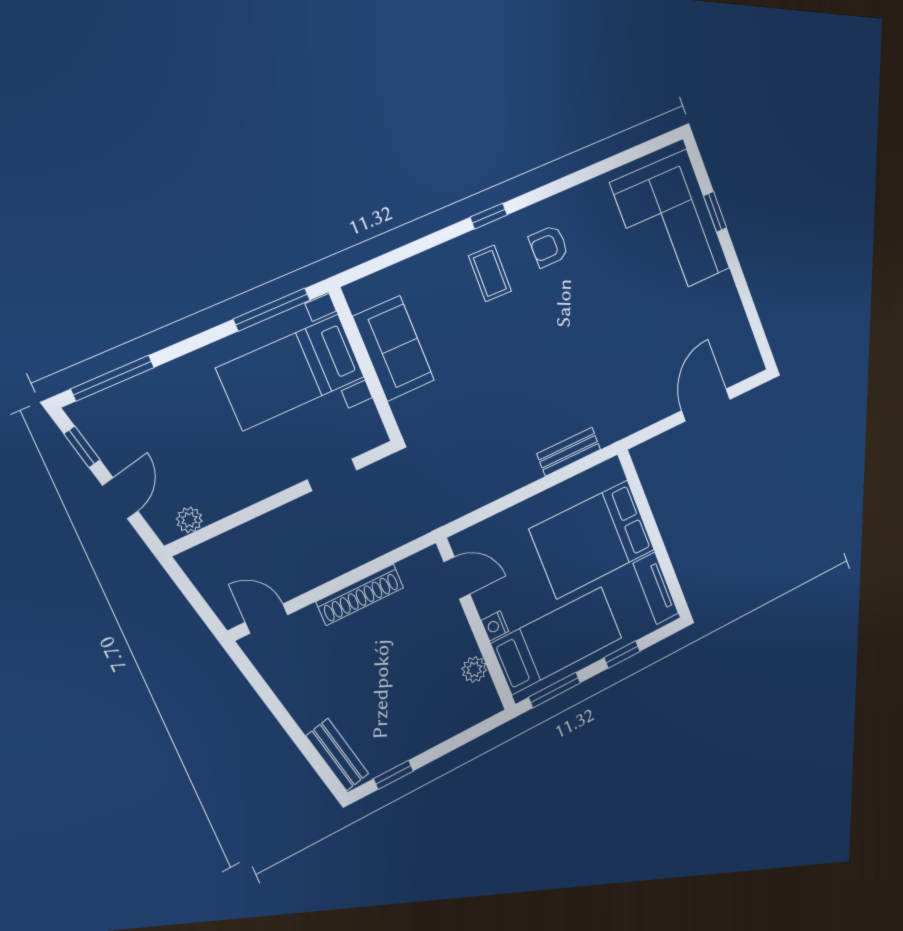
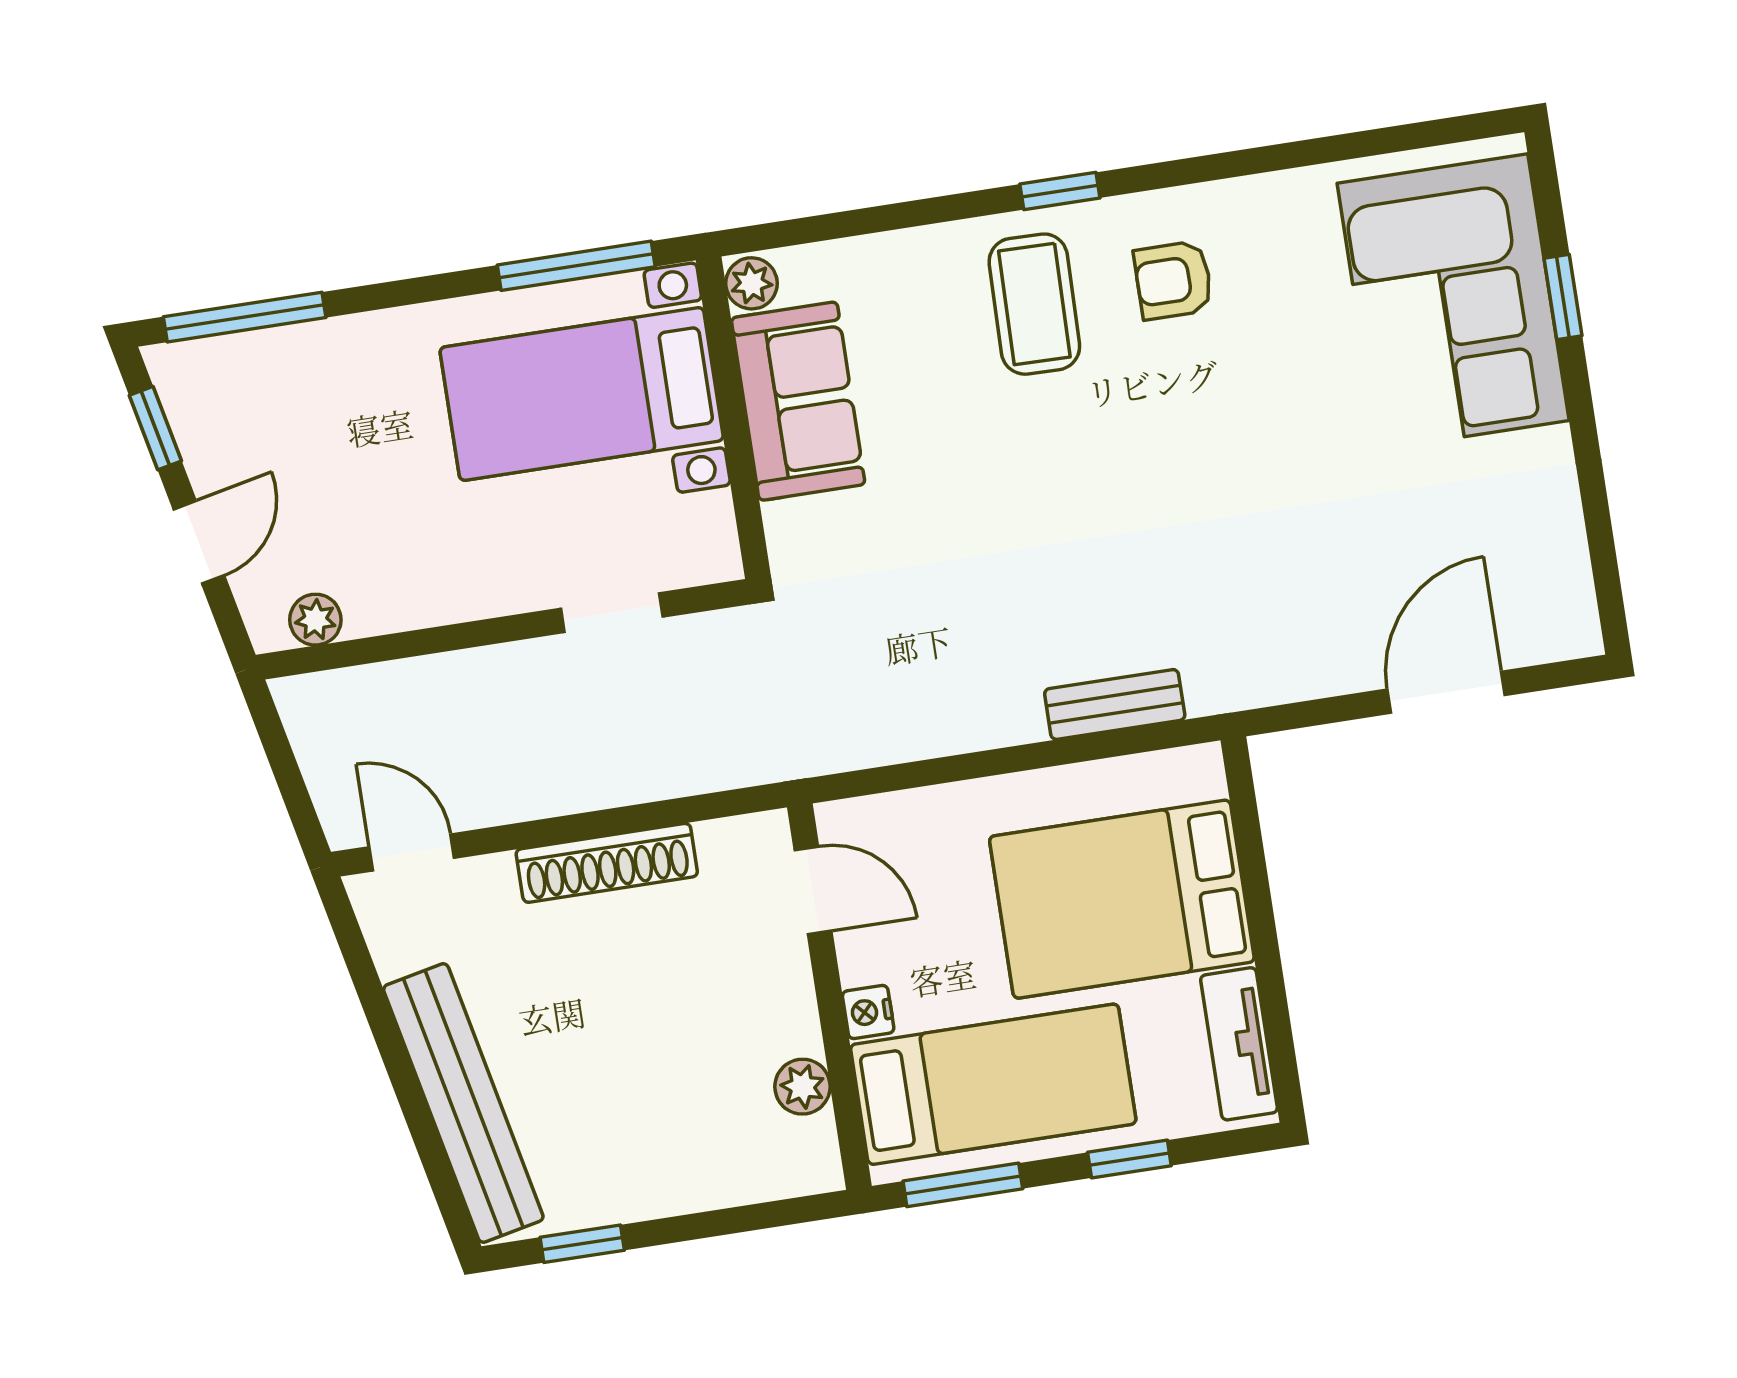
coffee table: (490, 273) -> (1034, 304), width x1.36, depth x1.30
plant: (358, 297) -> (752, 283), added
bench: (337, 755) -> (463, 1103), width x1.86, depth x1.21

